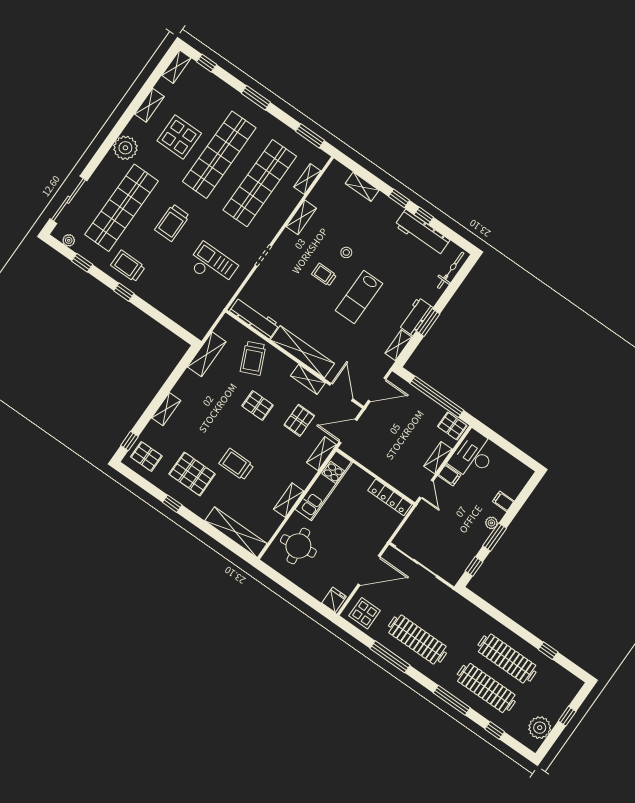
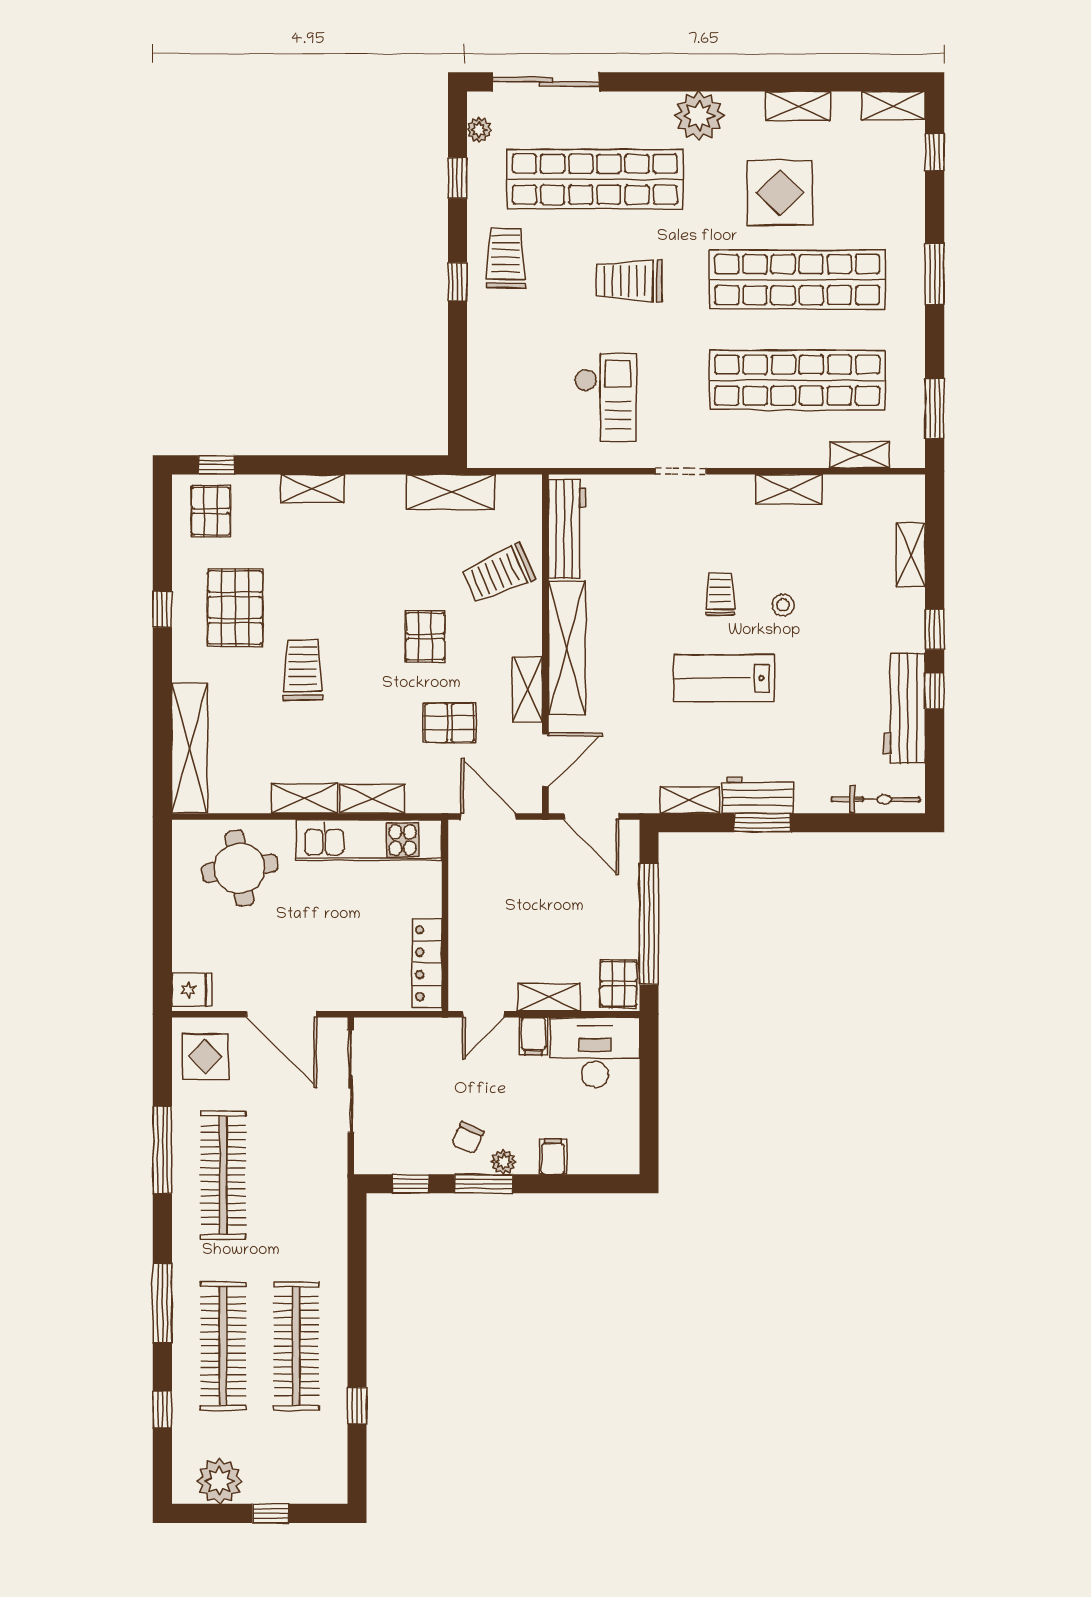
shelving: (321, 454) -> (372, 799), moved
chair: (472, 530) -> (468, 1138), added

